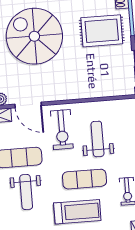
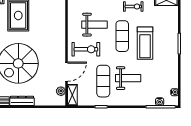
weight bench: (97, 139) -> (95, 25), turned 180
treadmill: (77, 212) -> (145, 43), turned 180

